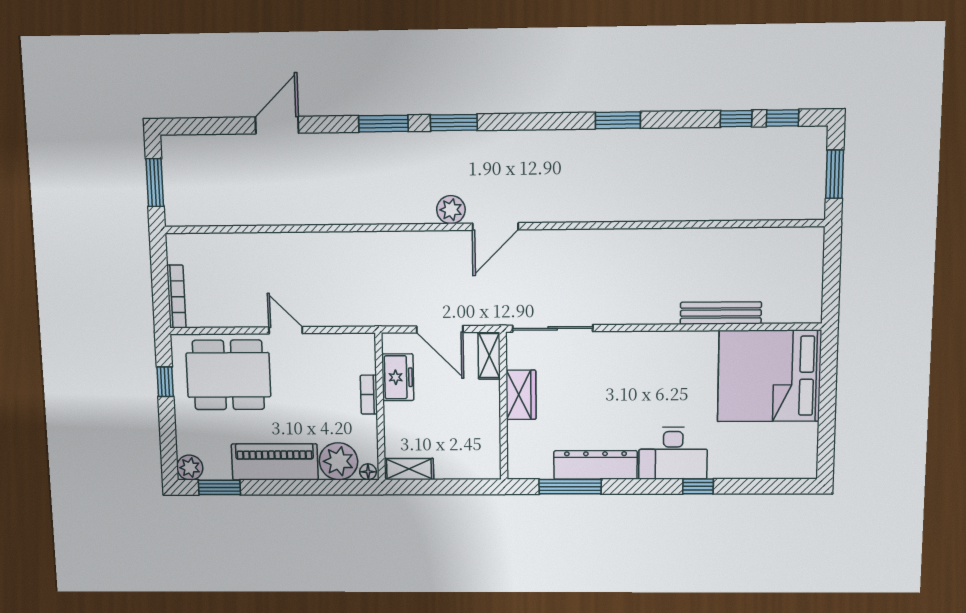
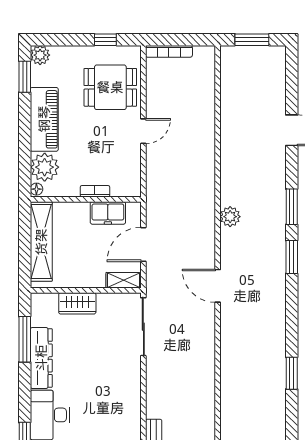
plant: (451, 210) -> (230, 217), moved
dining table: (228, 375) -> (110, 87), width x0.73
wardrobe: (521, 395) -> (77, 303), moved
shelving: (409, 469) -> (41, 242), width x2.20, depth x1.33

